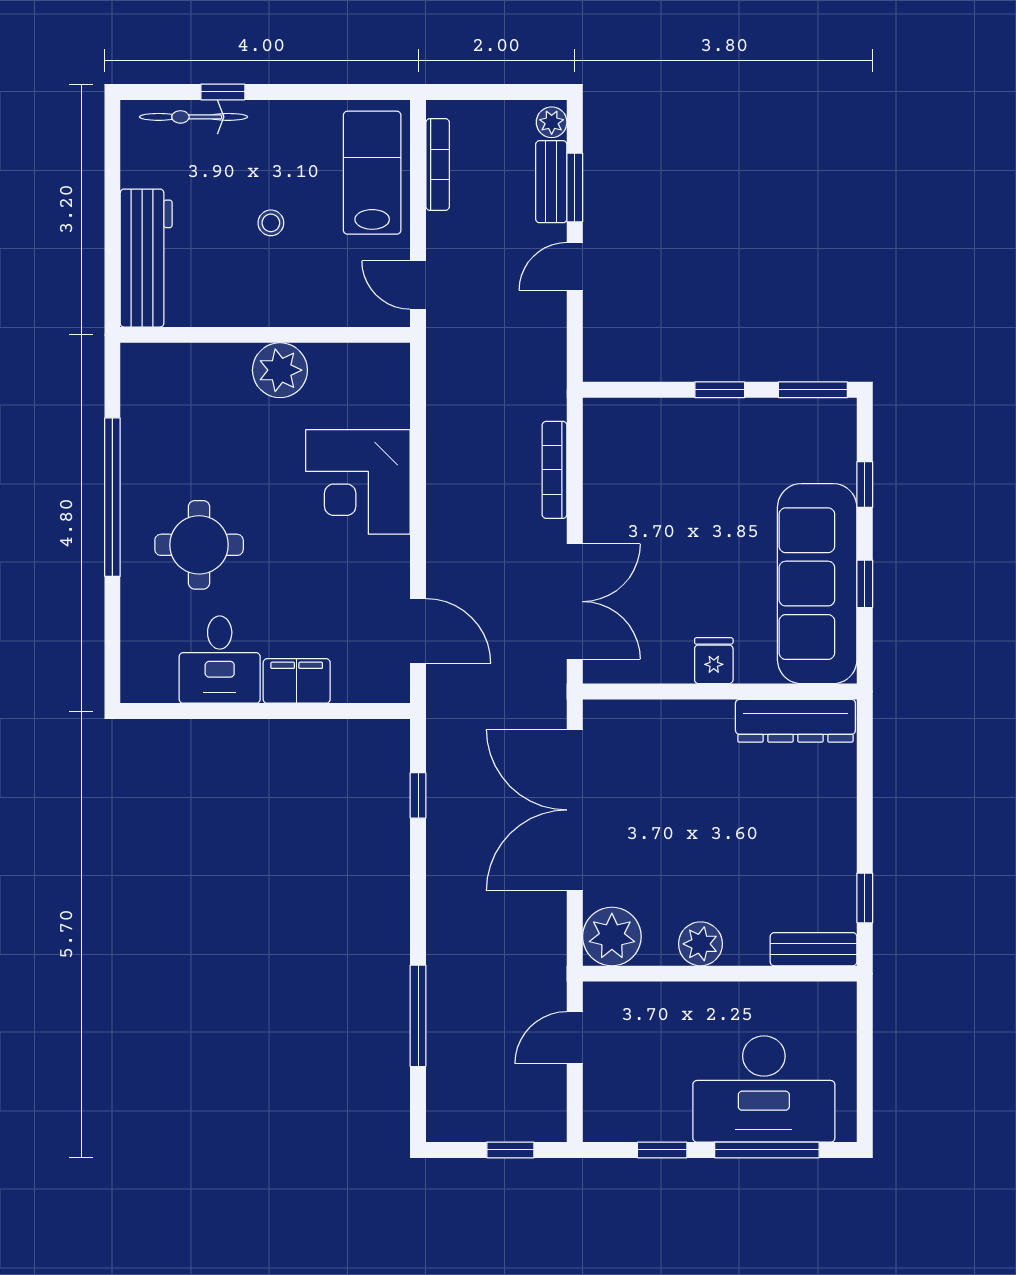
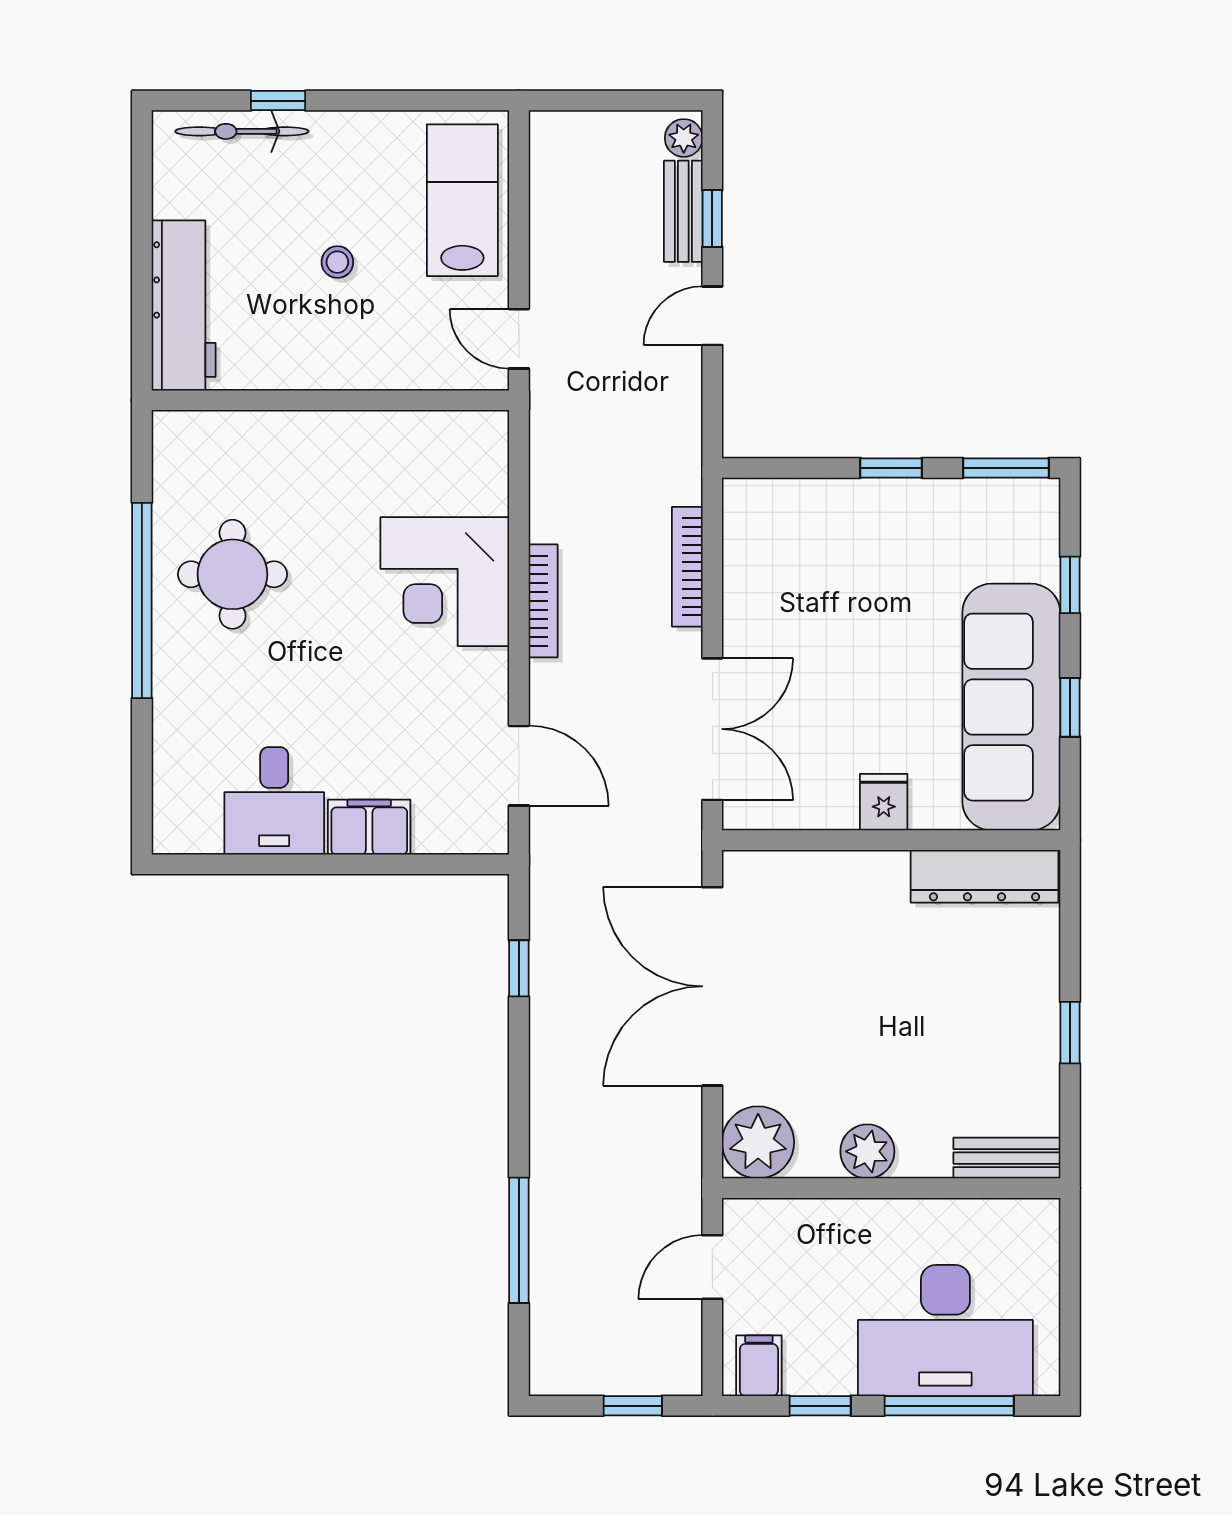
bookcase: (438, 164) -> (543, 601), moved
window: (575, 188) -> (712, 219), width x0.67
plant: (280, 370) -> (349, 444), removed
round table: (199, 545) -> (232, 574), moved
window: (865, 898) -> (1070, 1033), moved
filing cabinet: (613, 1118) -> (759, 1366), added

